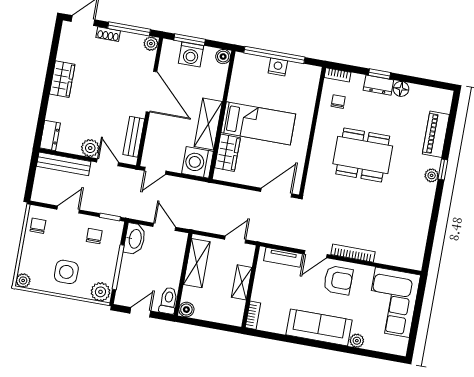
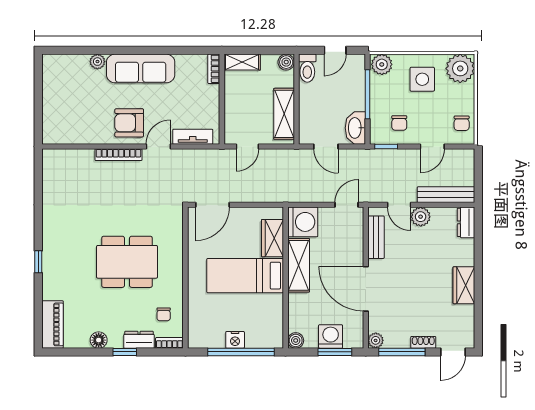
dresser: (378, 85) -> (139, 340), moved
piano: (436, 134) -> (53, 324), moved
plant: (432, 175) -> (49, 253), removed
plant: (23, 280) -> (460, 68), width x1.88, depth x1.88
shelving: (242, 282) -> (242, 62), moved, turned 90
corner sofa: (392, 302) -> (67, 110), removed

